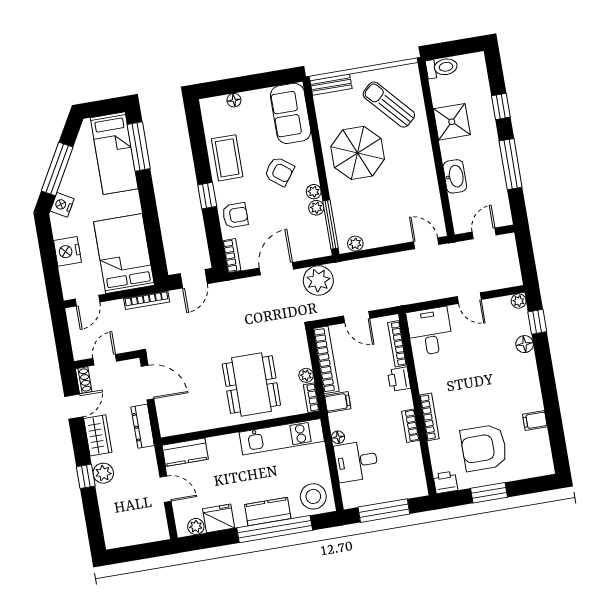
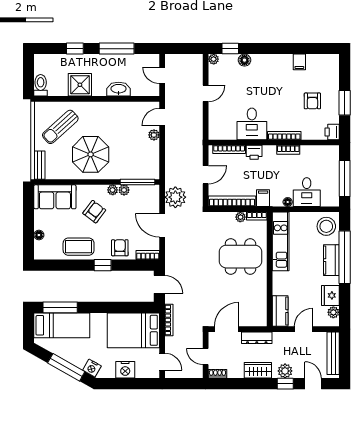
plant: (355, 244) -> (154, 135), moved
desk: (430, 331) -> (252, 124), moved, turned -90
door: (74, 407) -> (313, 384), moved
armchair: (484, 448) -> (312, 101), width x0.53, depth x0.53
bench: (139, 536) -> (333, 353), added

